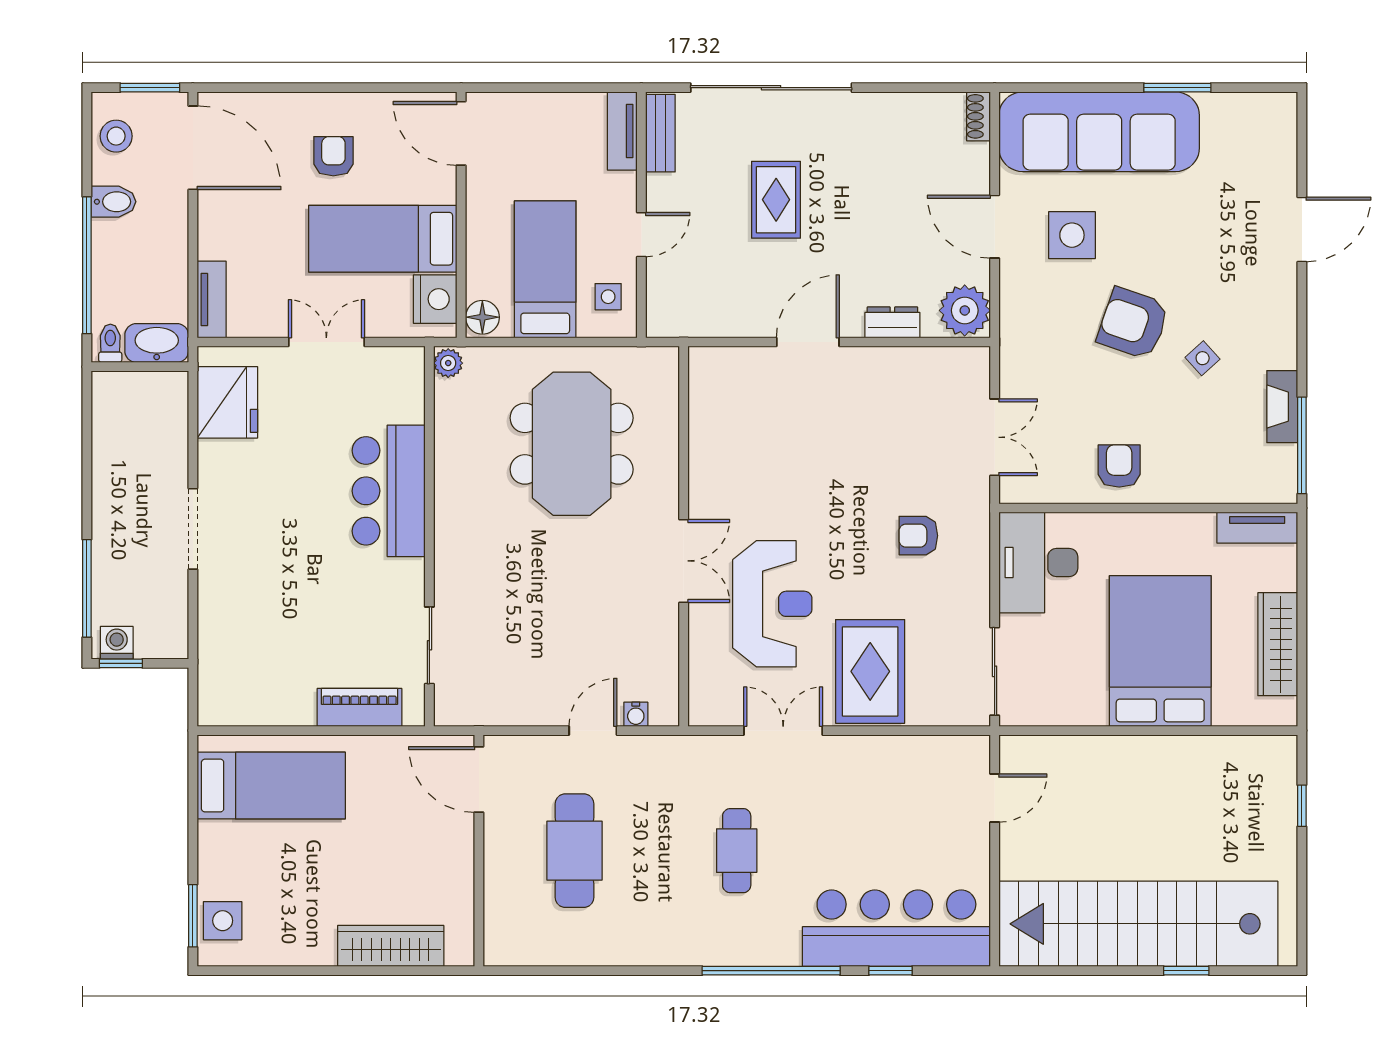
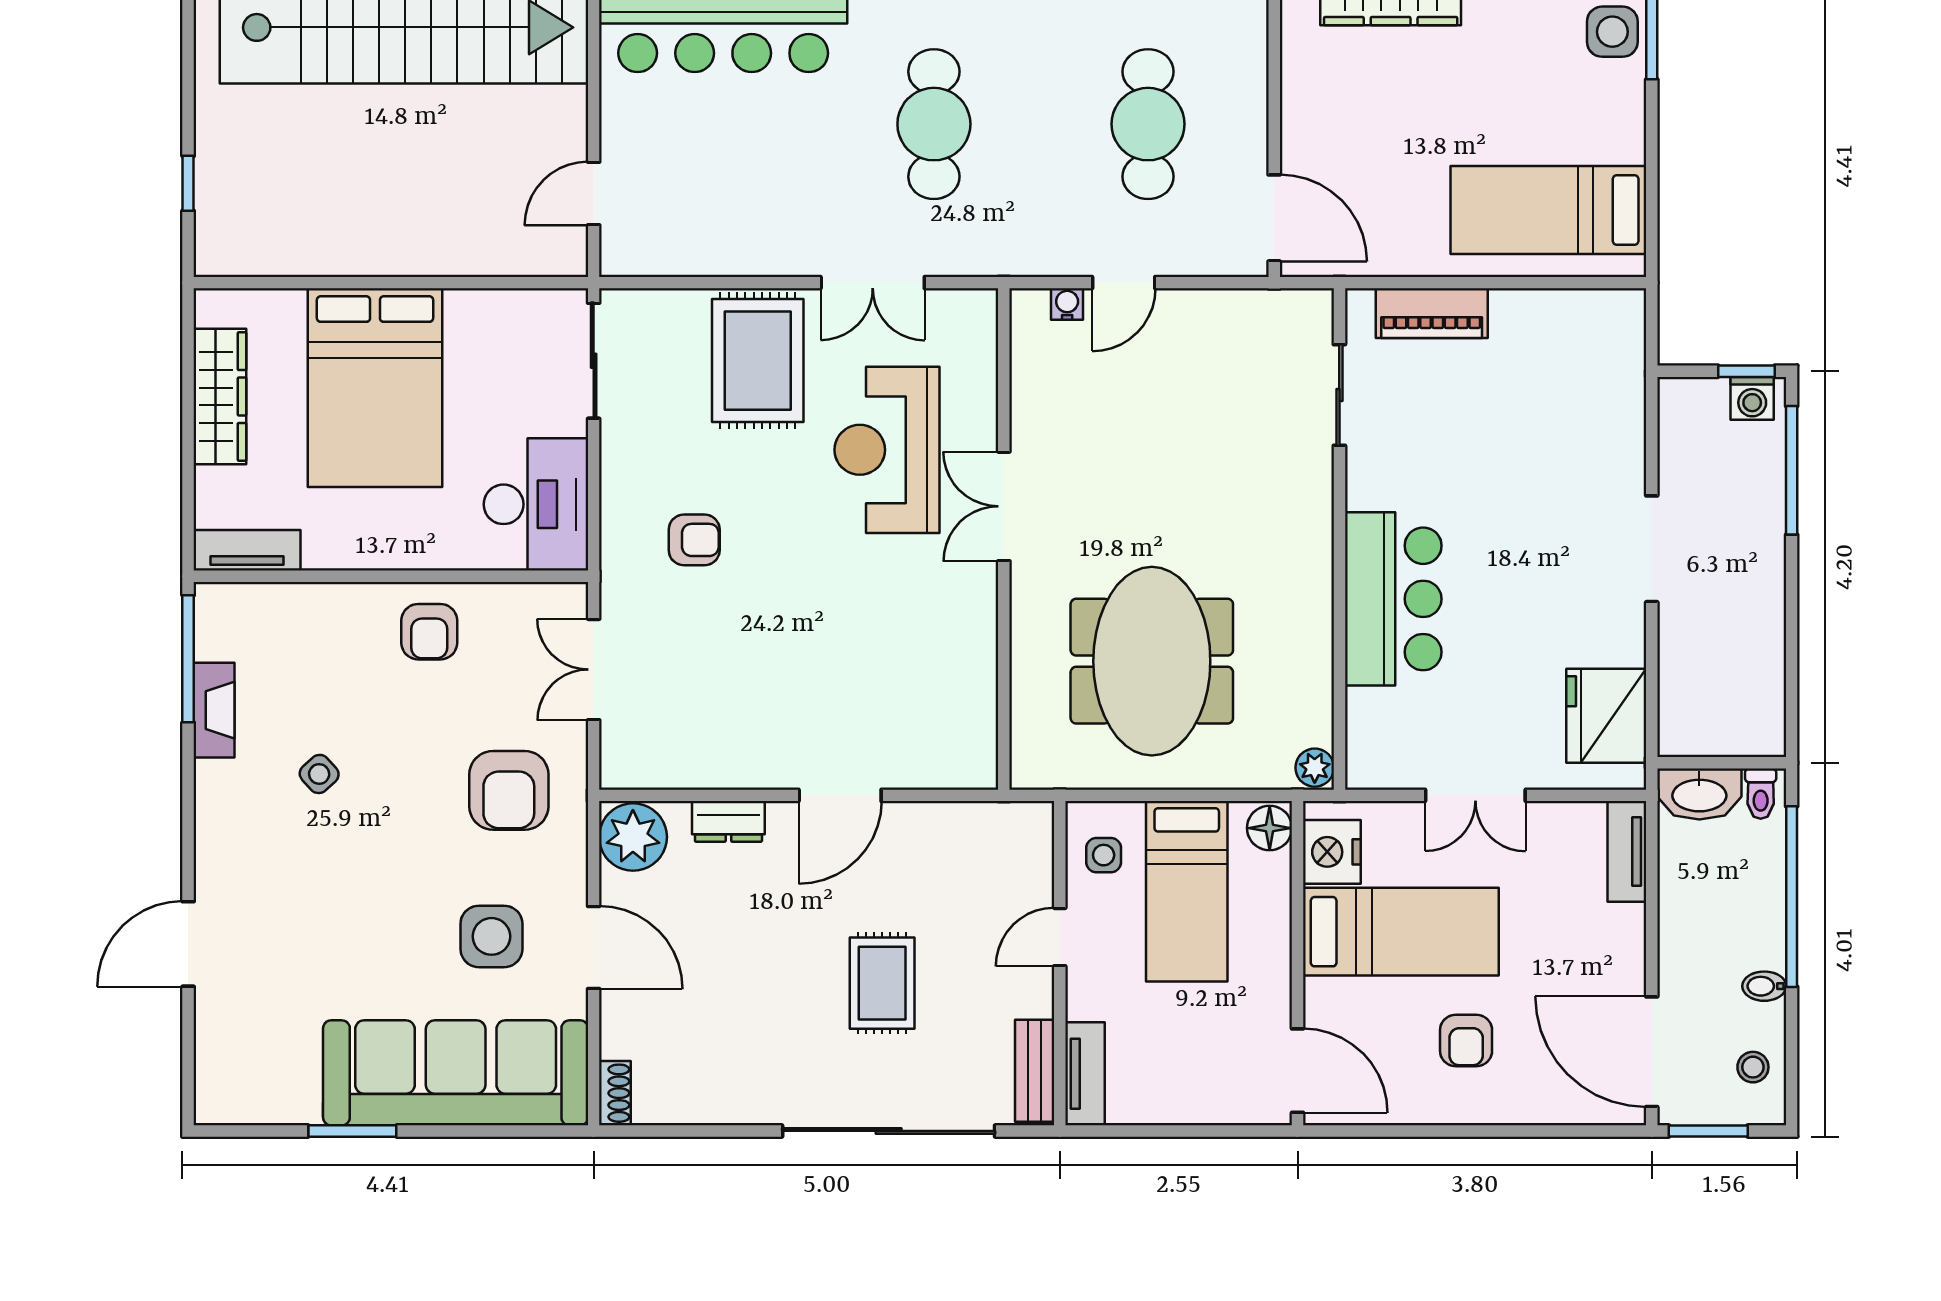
stool: (116, 136) -> (1753, 1067), width x0.73, depth x0.73
bidet: (114, 202) -> (1764, 986), width x0.72, depth x0.74
armchair: (1133, 323) -> (509, 790), moved, turned 71
cafe table: (737, 851) -> (934, 124), width x1.37, depth x1.35

